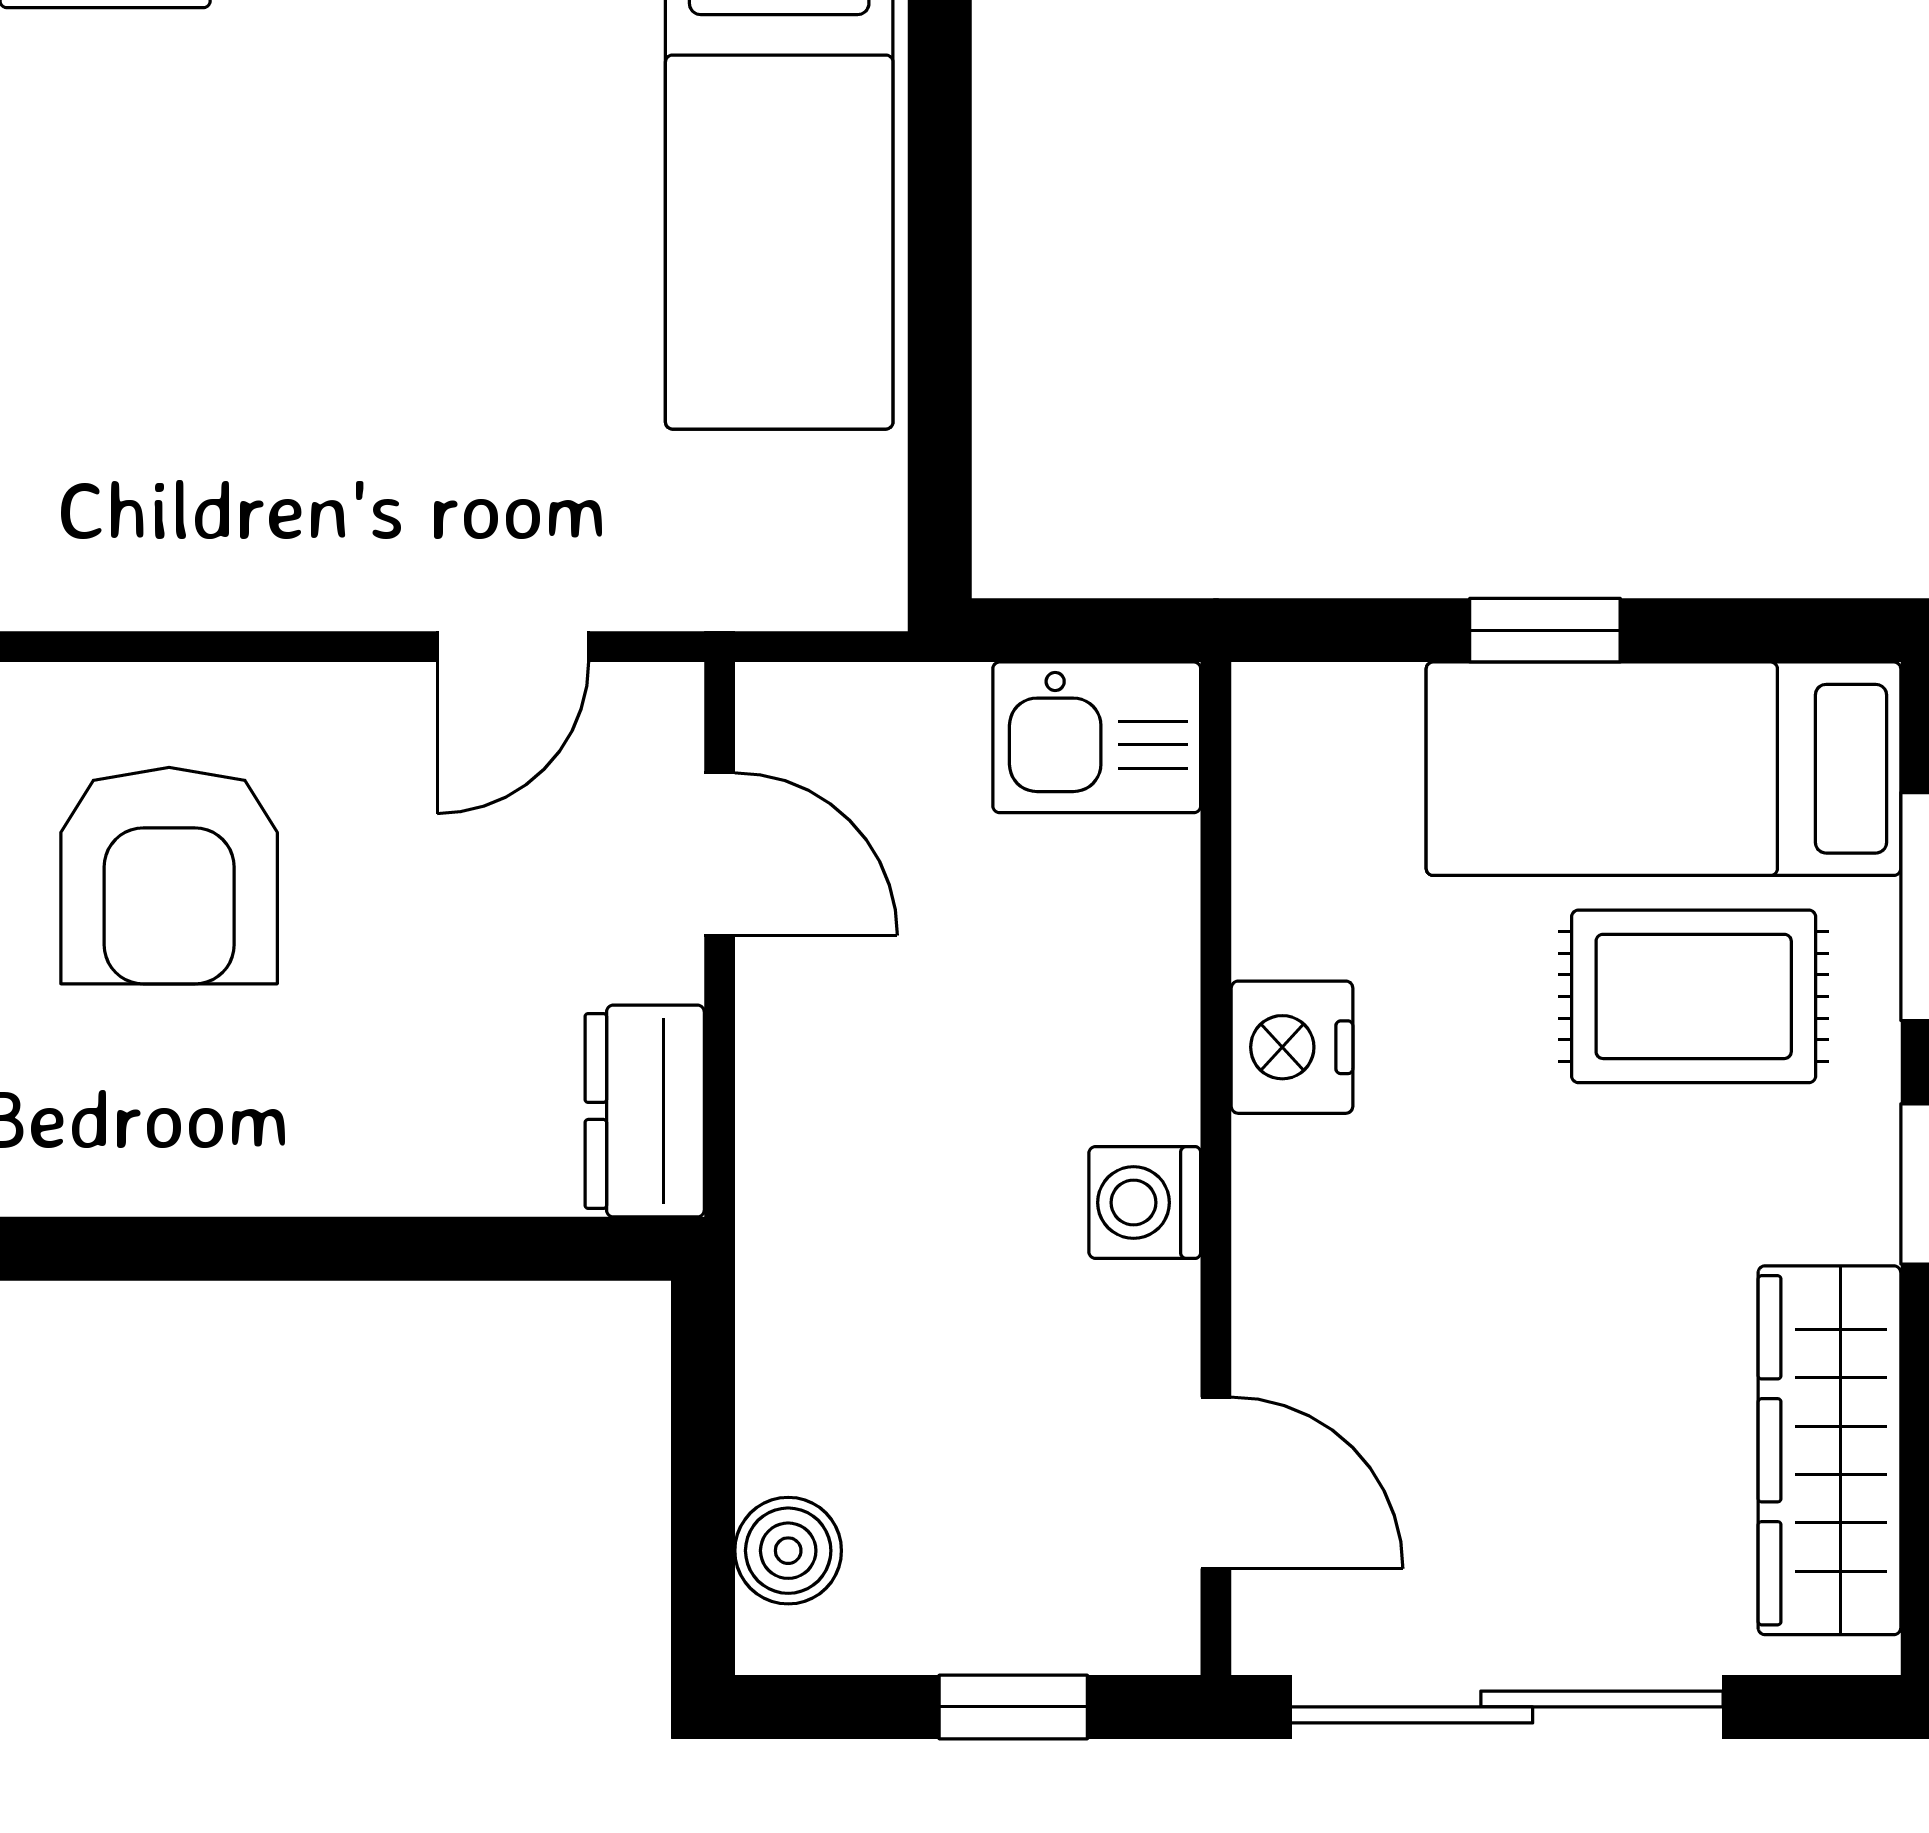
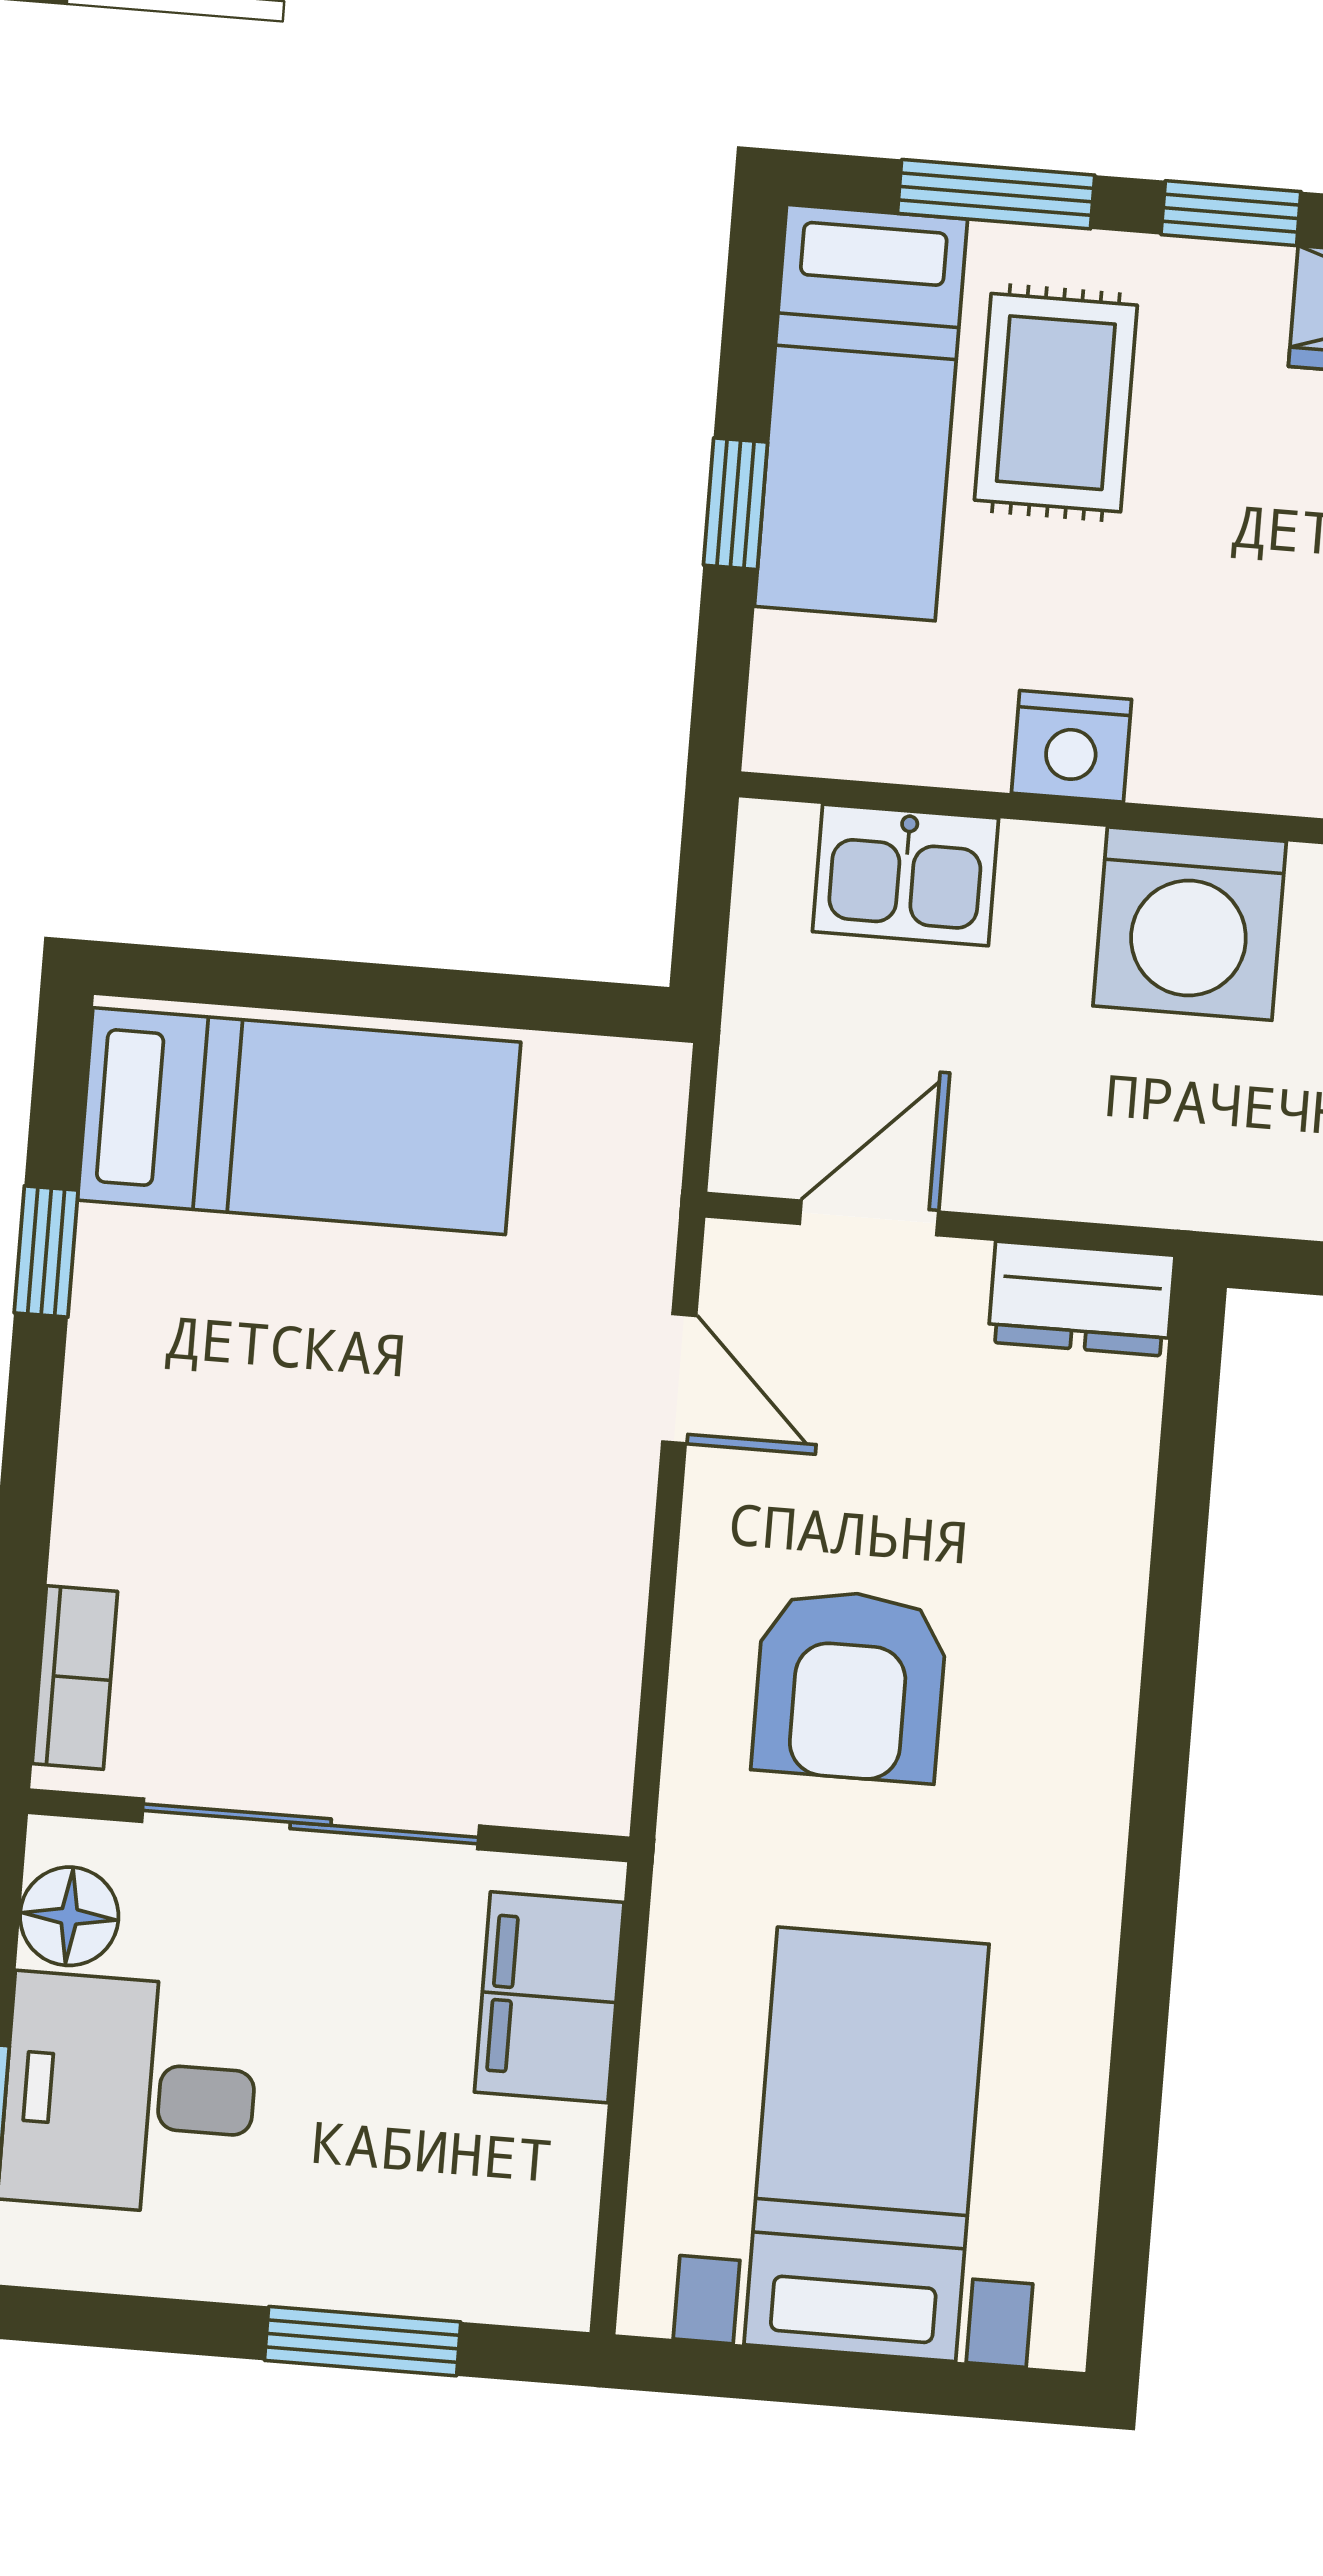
kitchen sink: (1097, 737) -> (906, 875), moved, turned 90
armchair: (169, 876) -> (850, 1685), turned 90
washing machine: (1145, 1203) -> (1190, 924), width x1.89, depth x1.89

